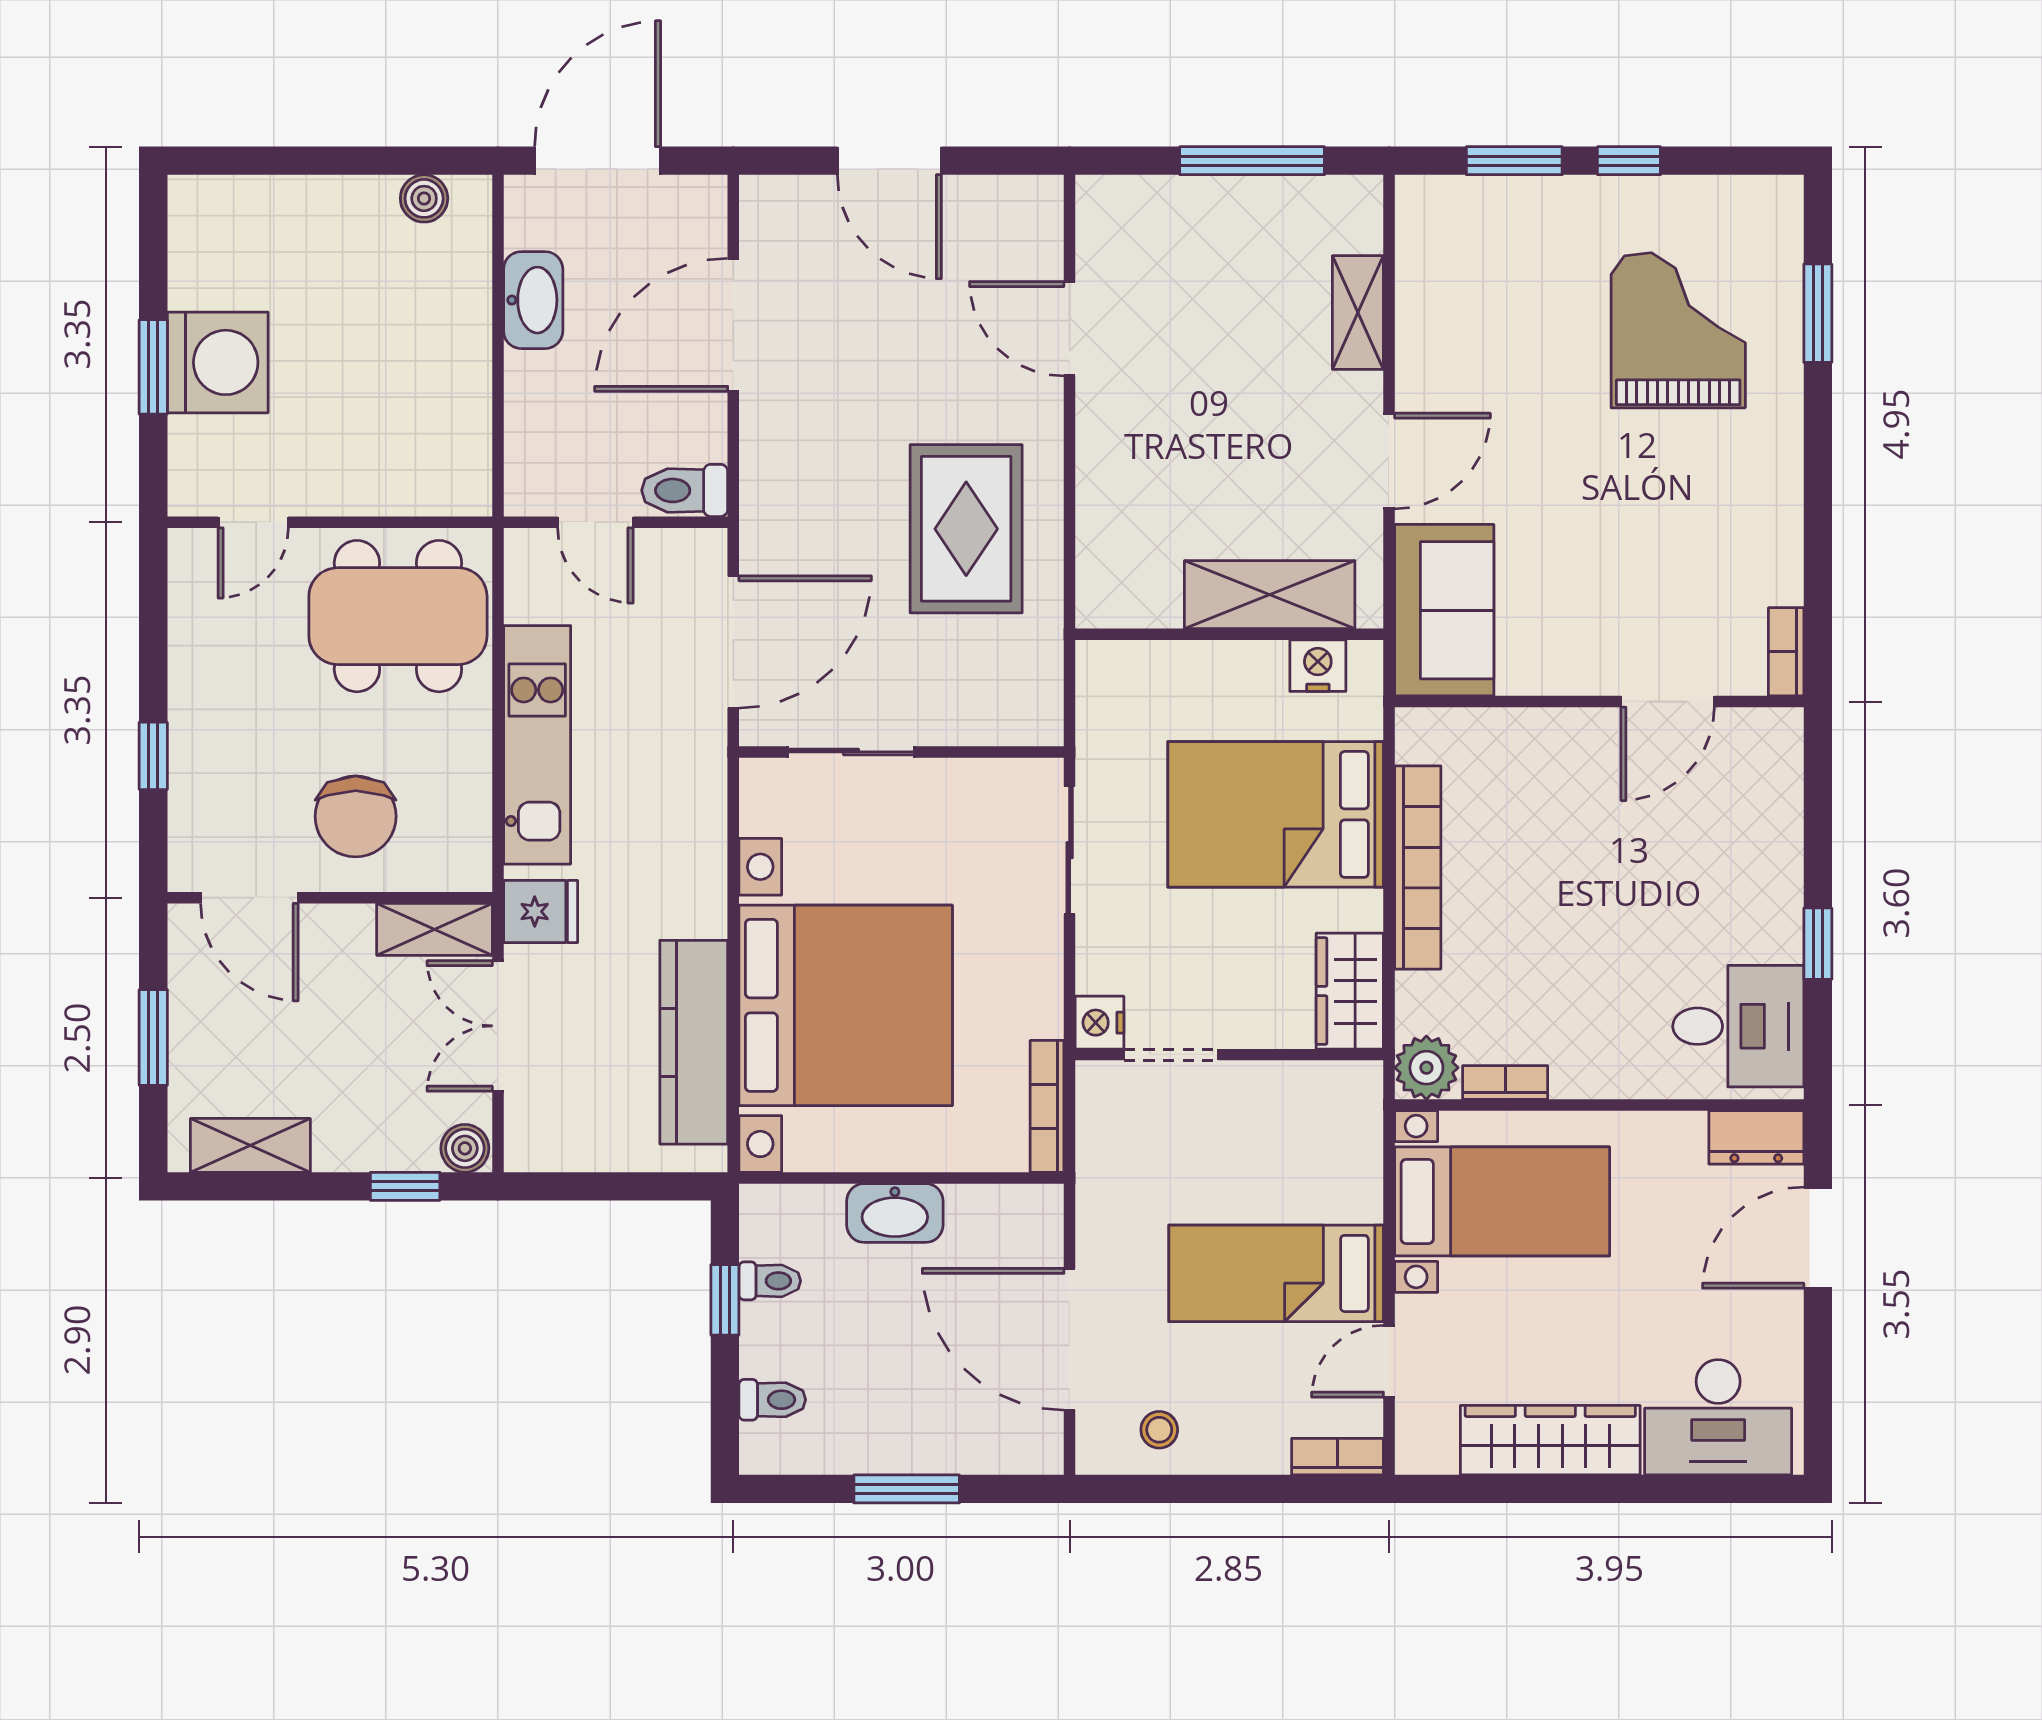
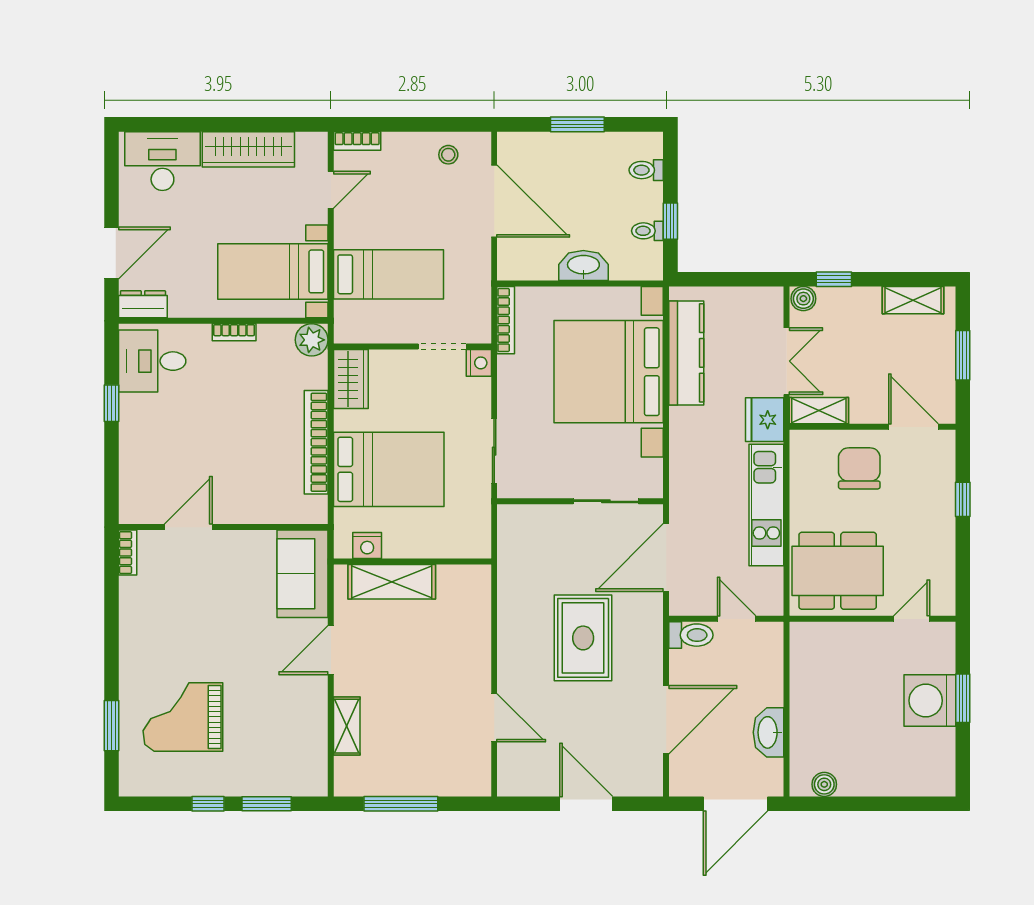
grand piano: (1678, 330) -> (183, 717), turned 90
rug: (966, 529) -> (583, 638), moved
fridge: (541, 912) -> (765, 420), width x1.38
bookcase: (1505, 1082) -> (234, 332), moved
bed: (1276, 1273) -> (388, 274), moved

